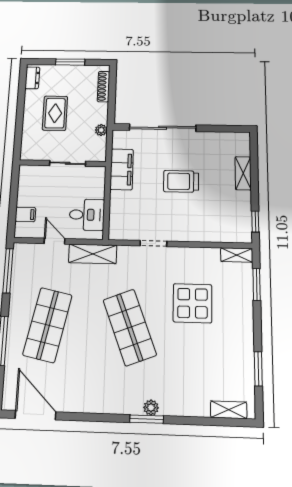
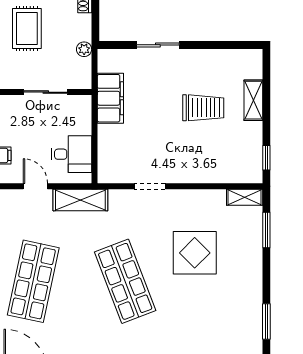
sliding door: (163, 128) -> (158, 45), width x0.54
trolley: (181, 181) -> (203, 108), moved, turned 180

